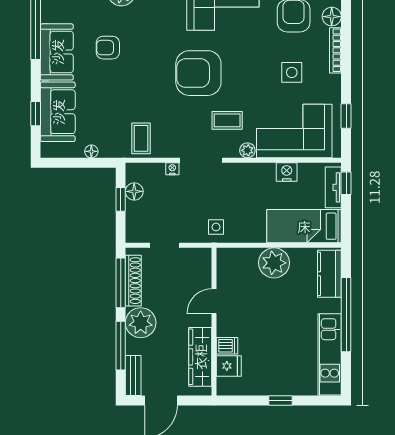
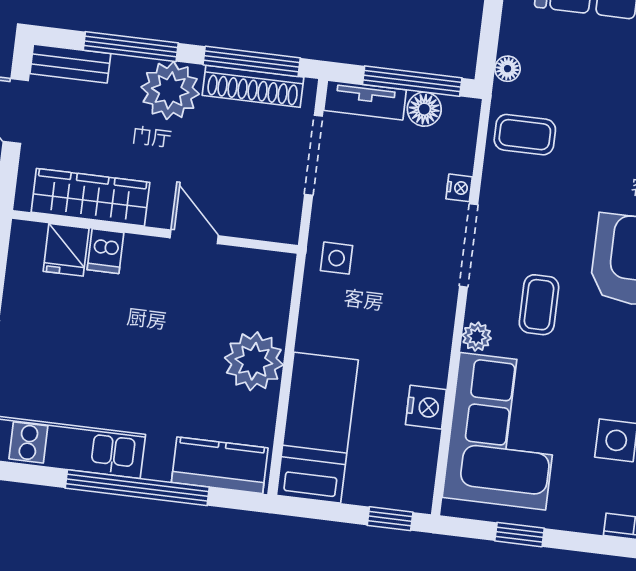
floor lamp: (91, 151) -> (508, 69), moved
tv unit: (333, 187) -> (365, 100), moved, turned 180
window: (121, 199) -> (412, 81), width x2.17
doorway: (165, 245) -> (314, 155), width x1.38

